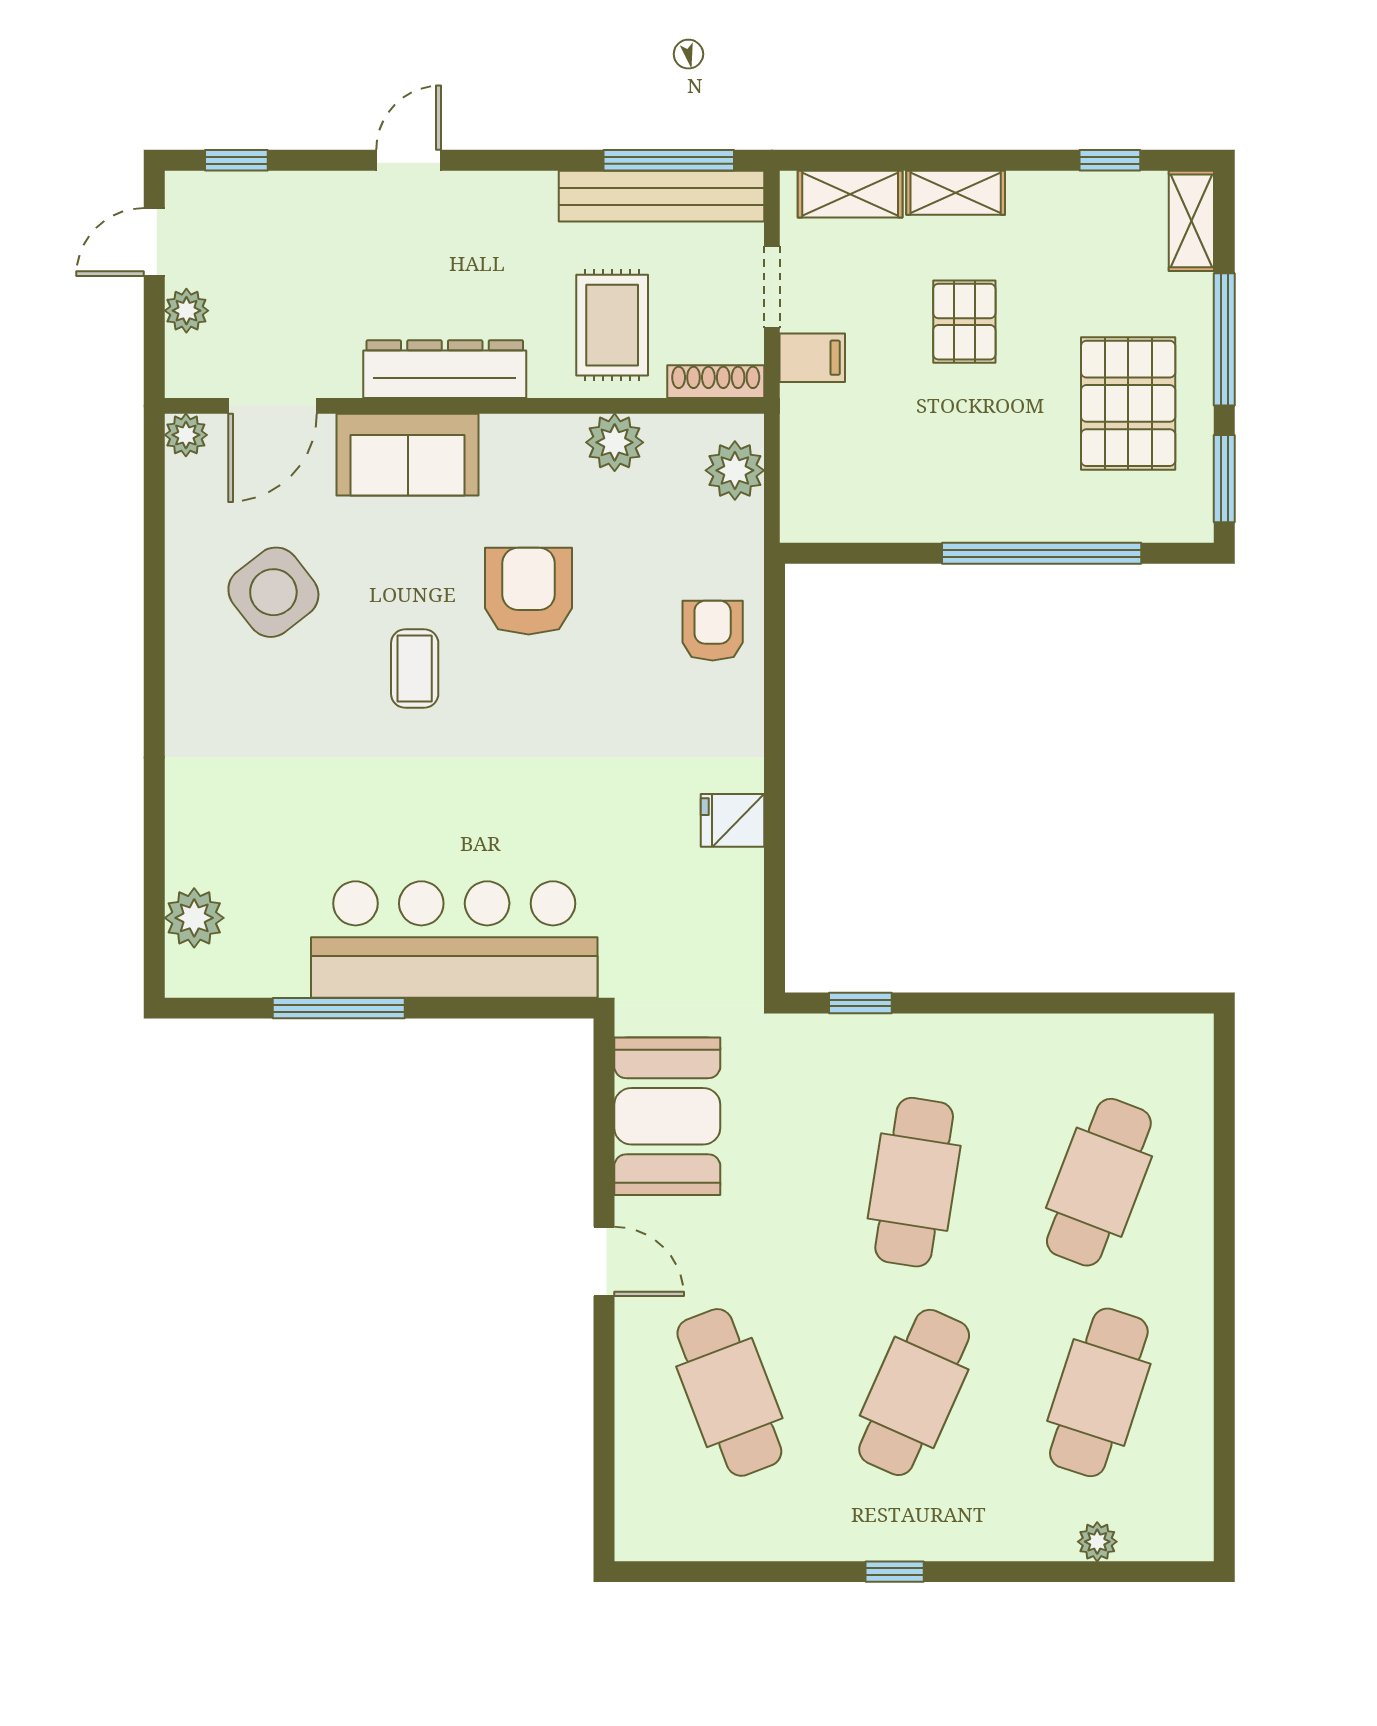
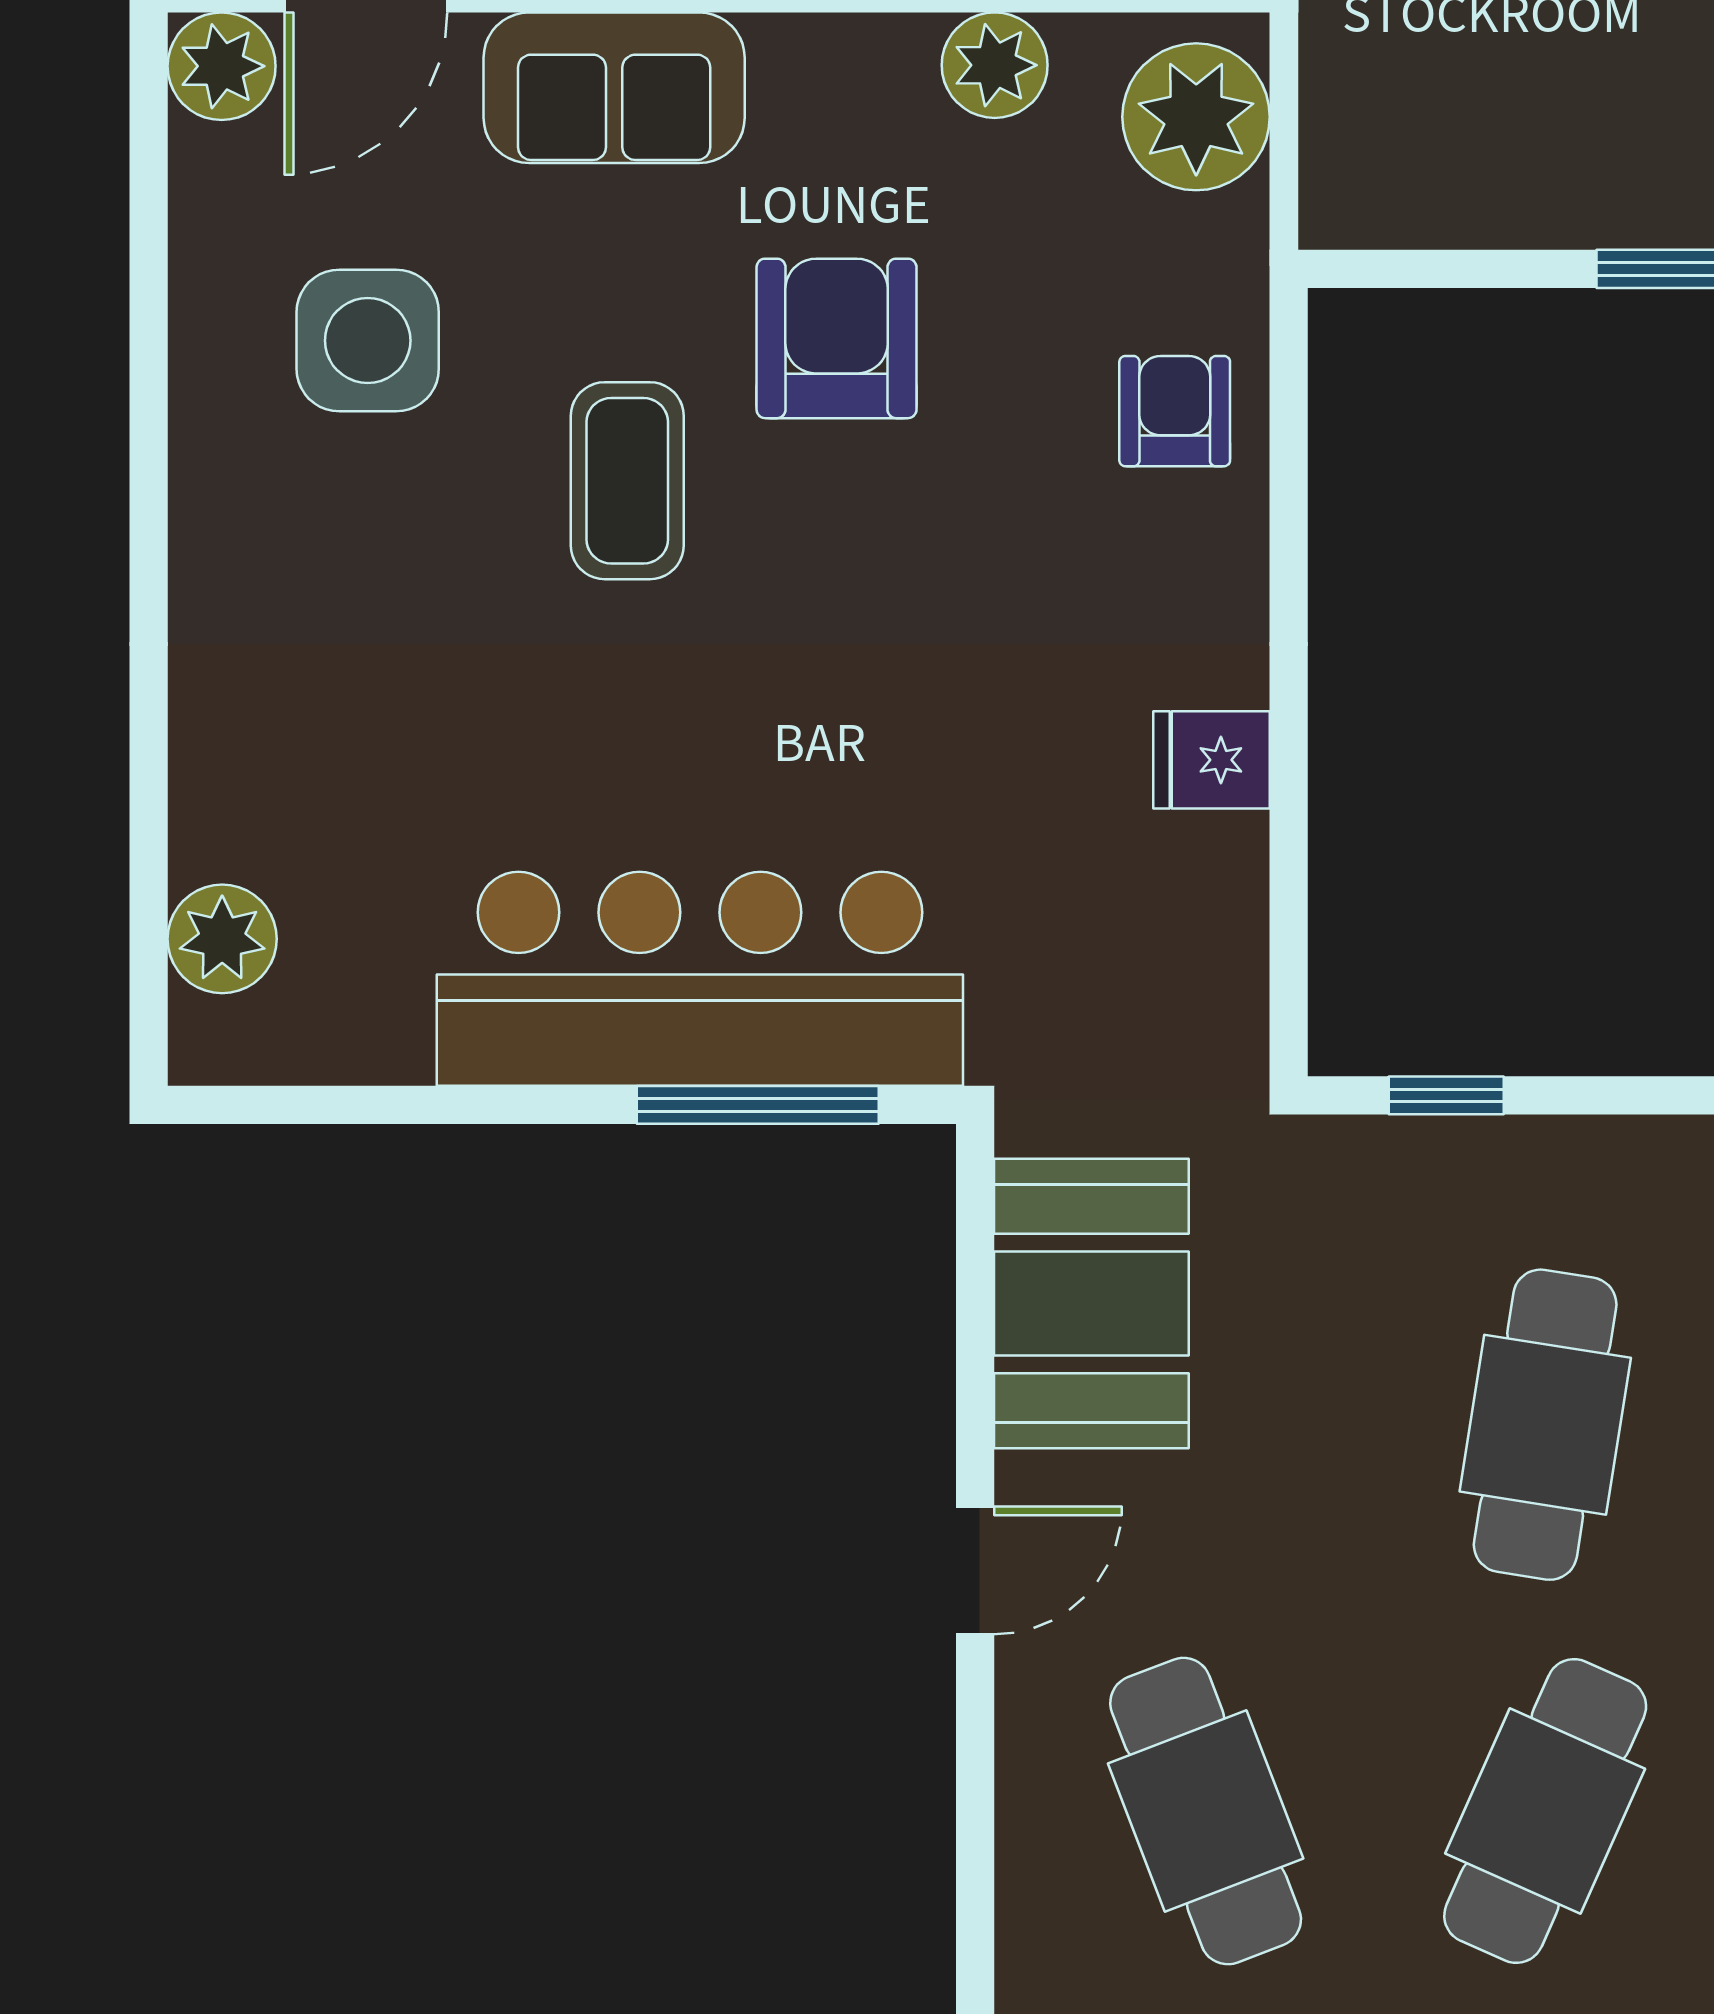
plant: (186, 435) -> (222, 66), width x1.38, depth x1.38
plant: (735, 470) -> (1196, 117), width x1.36, depth x1.36
side table: (273, 592) -> (368, 341), turned 38
coffee table: (415, 669) -> (627, 481), width x1.36, depth x1.30
window: (339, 1008) -> (758, 1105), moved
door: (604, 1261) -> (975, 1570), hinge flipped

